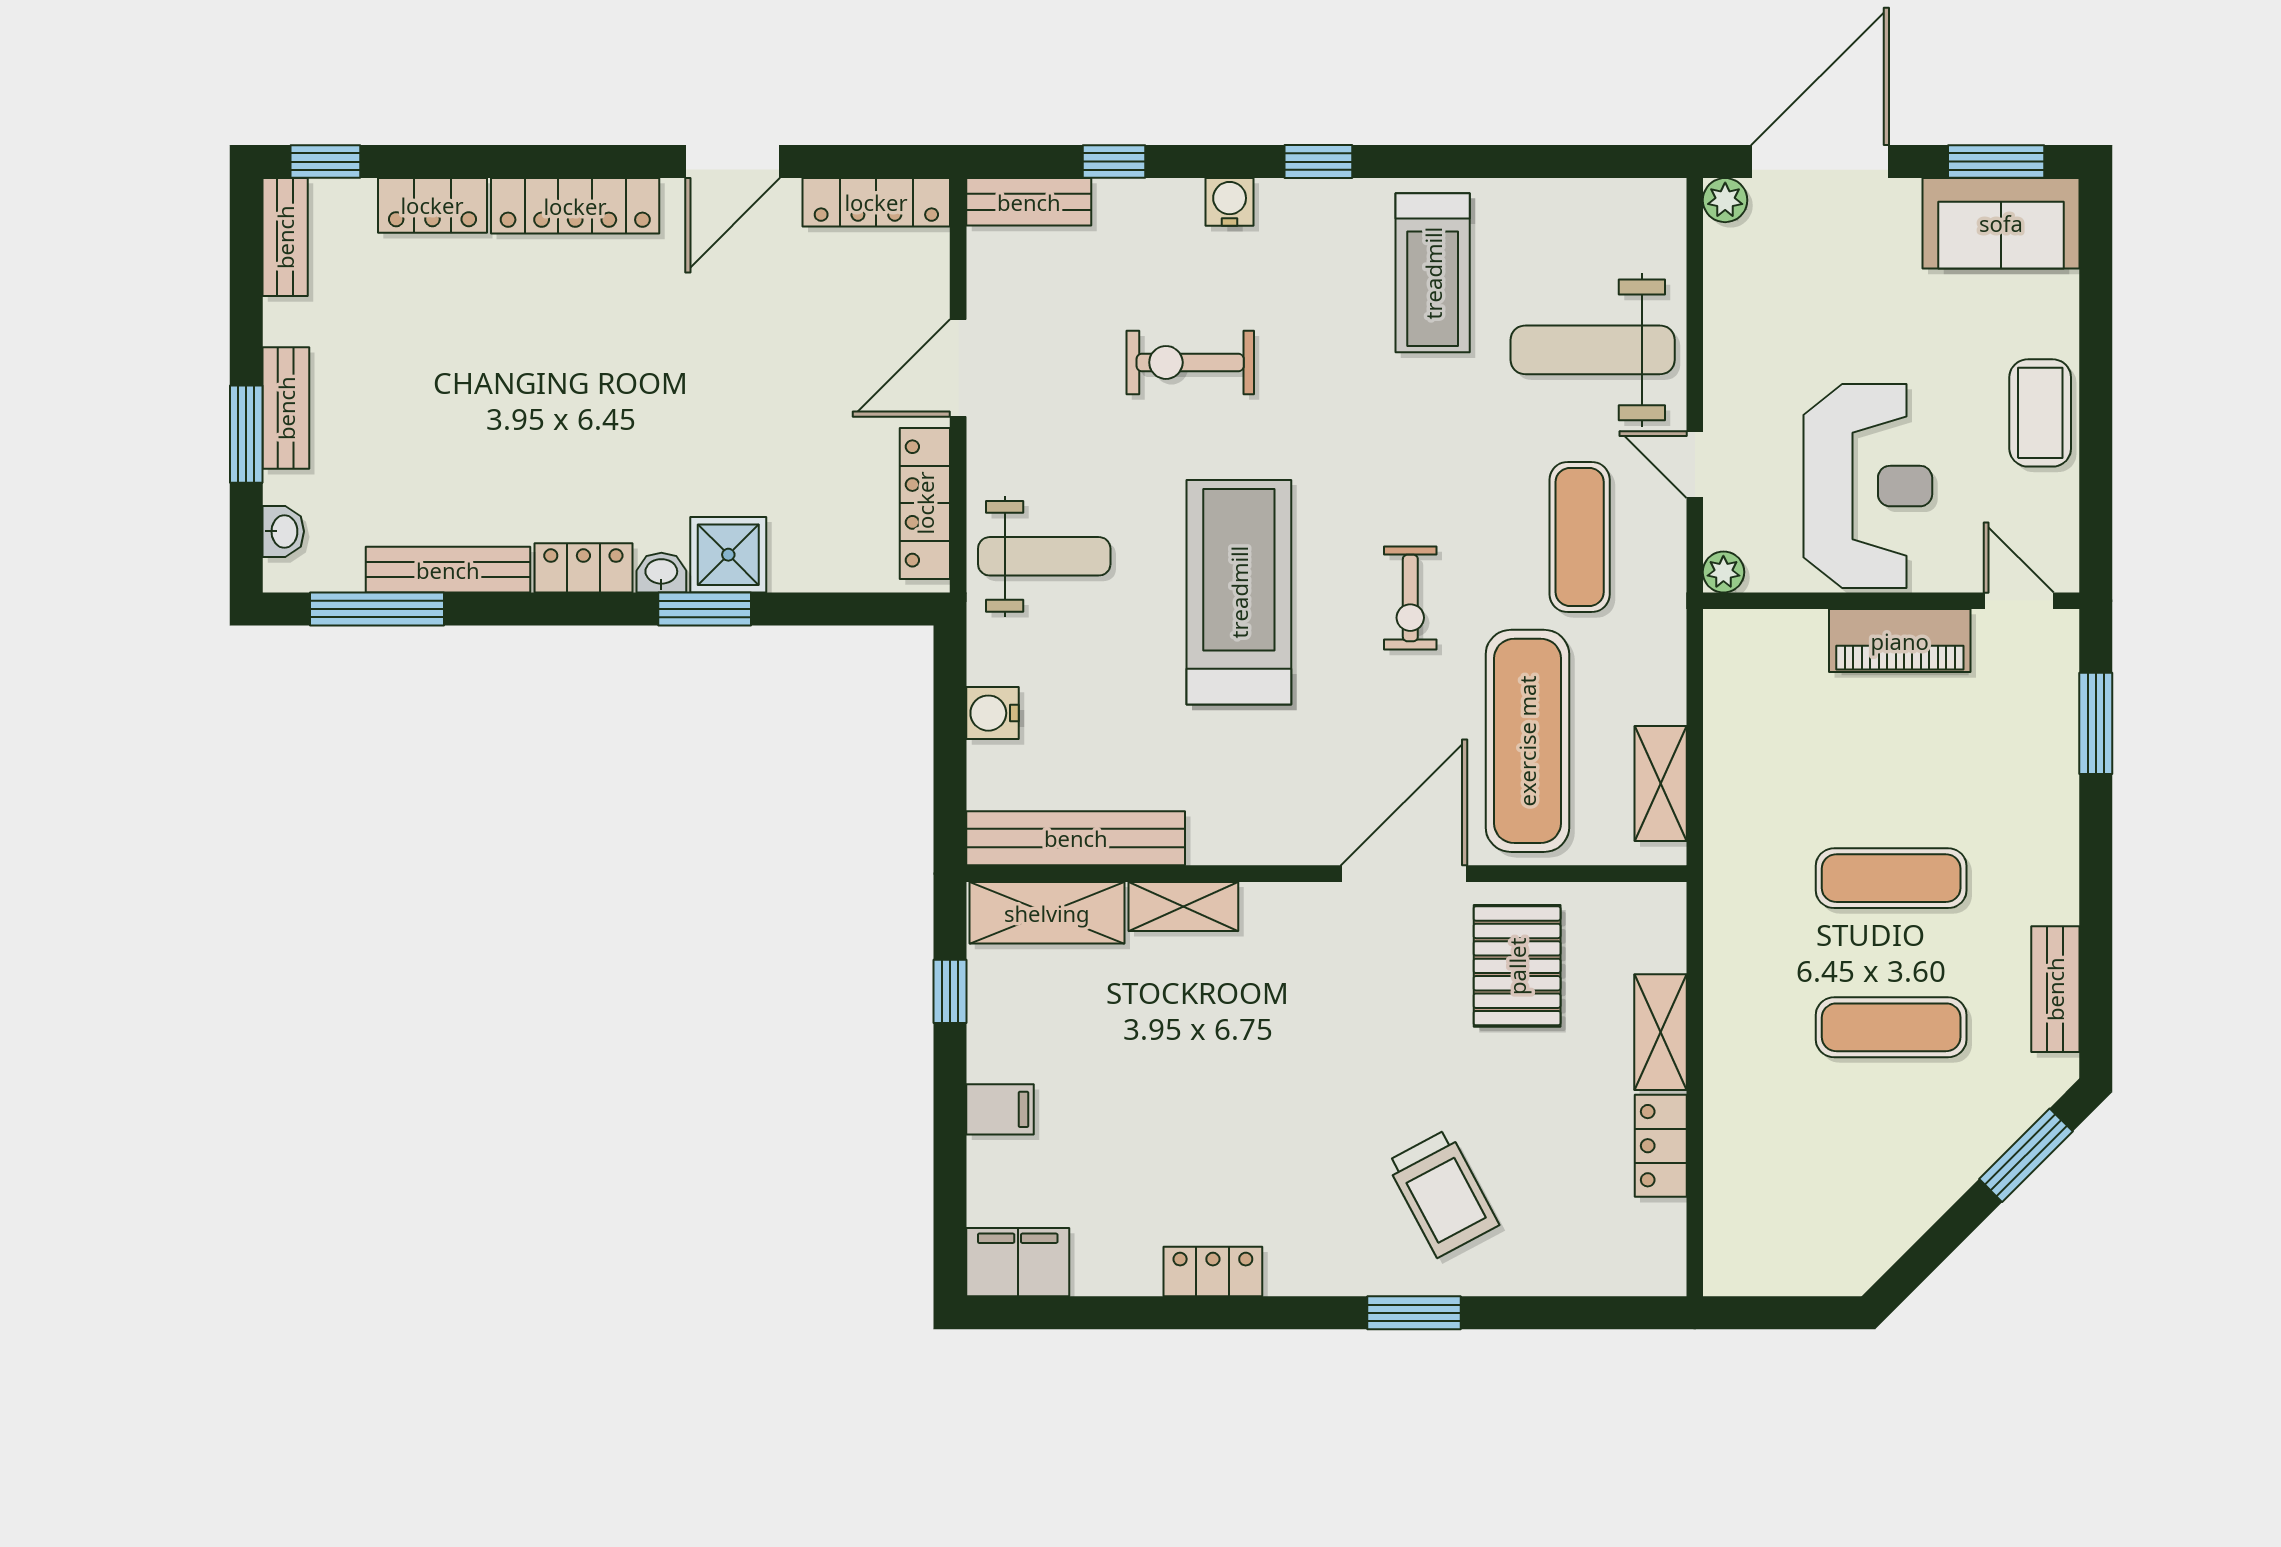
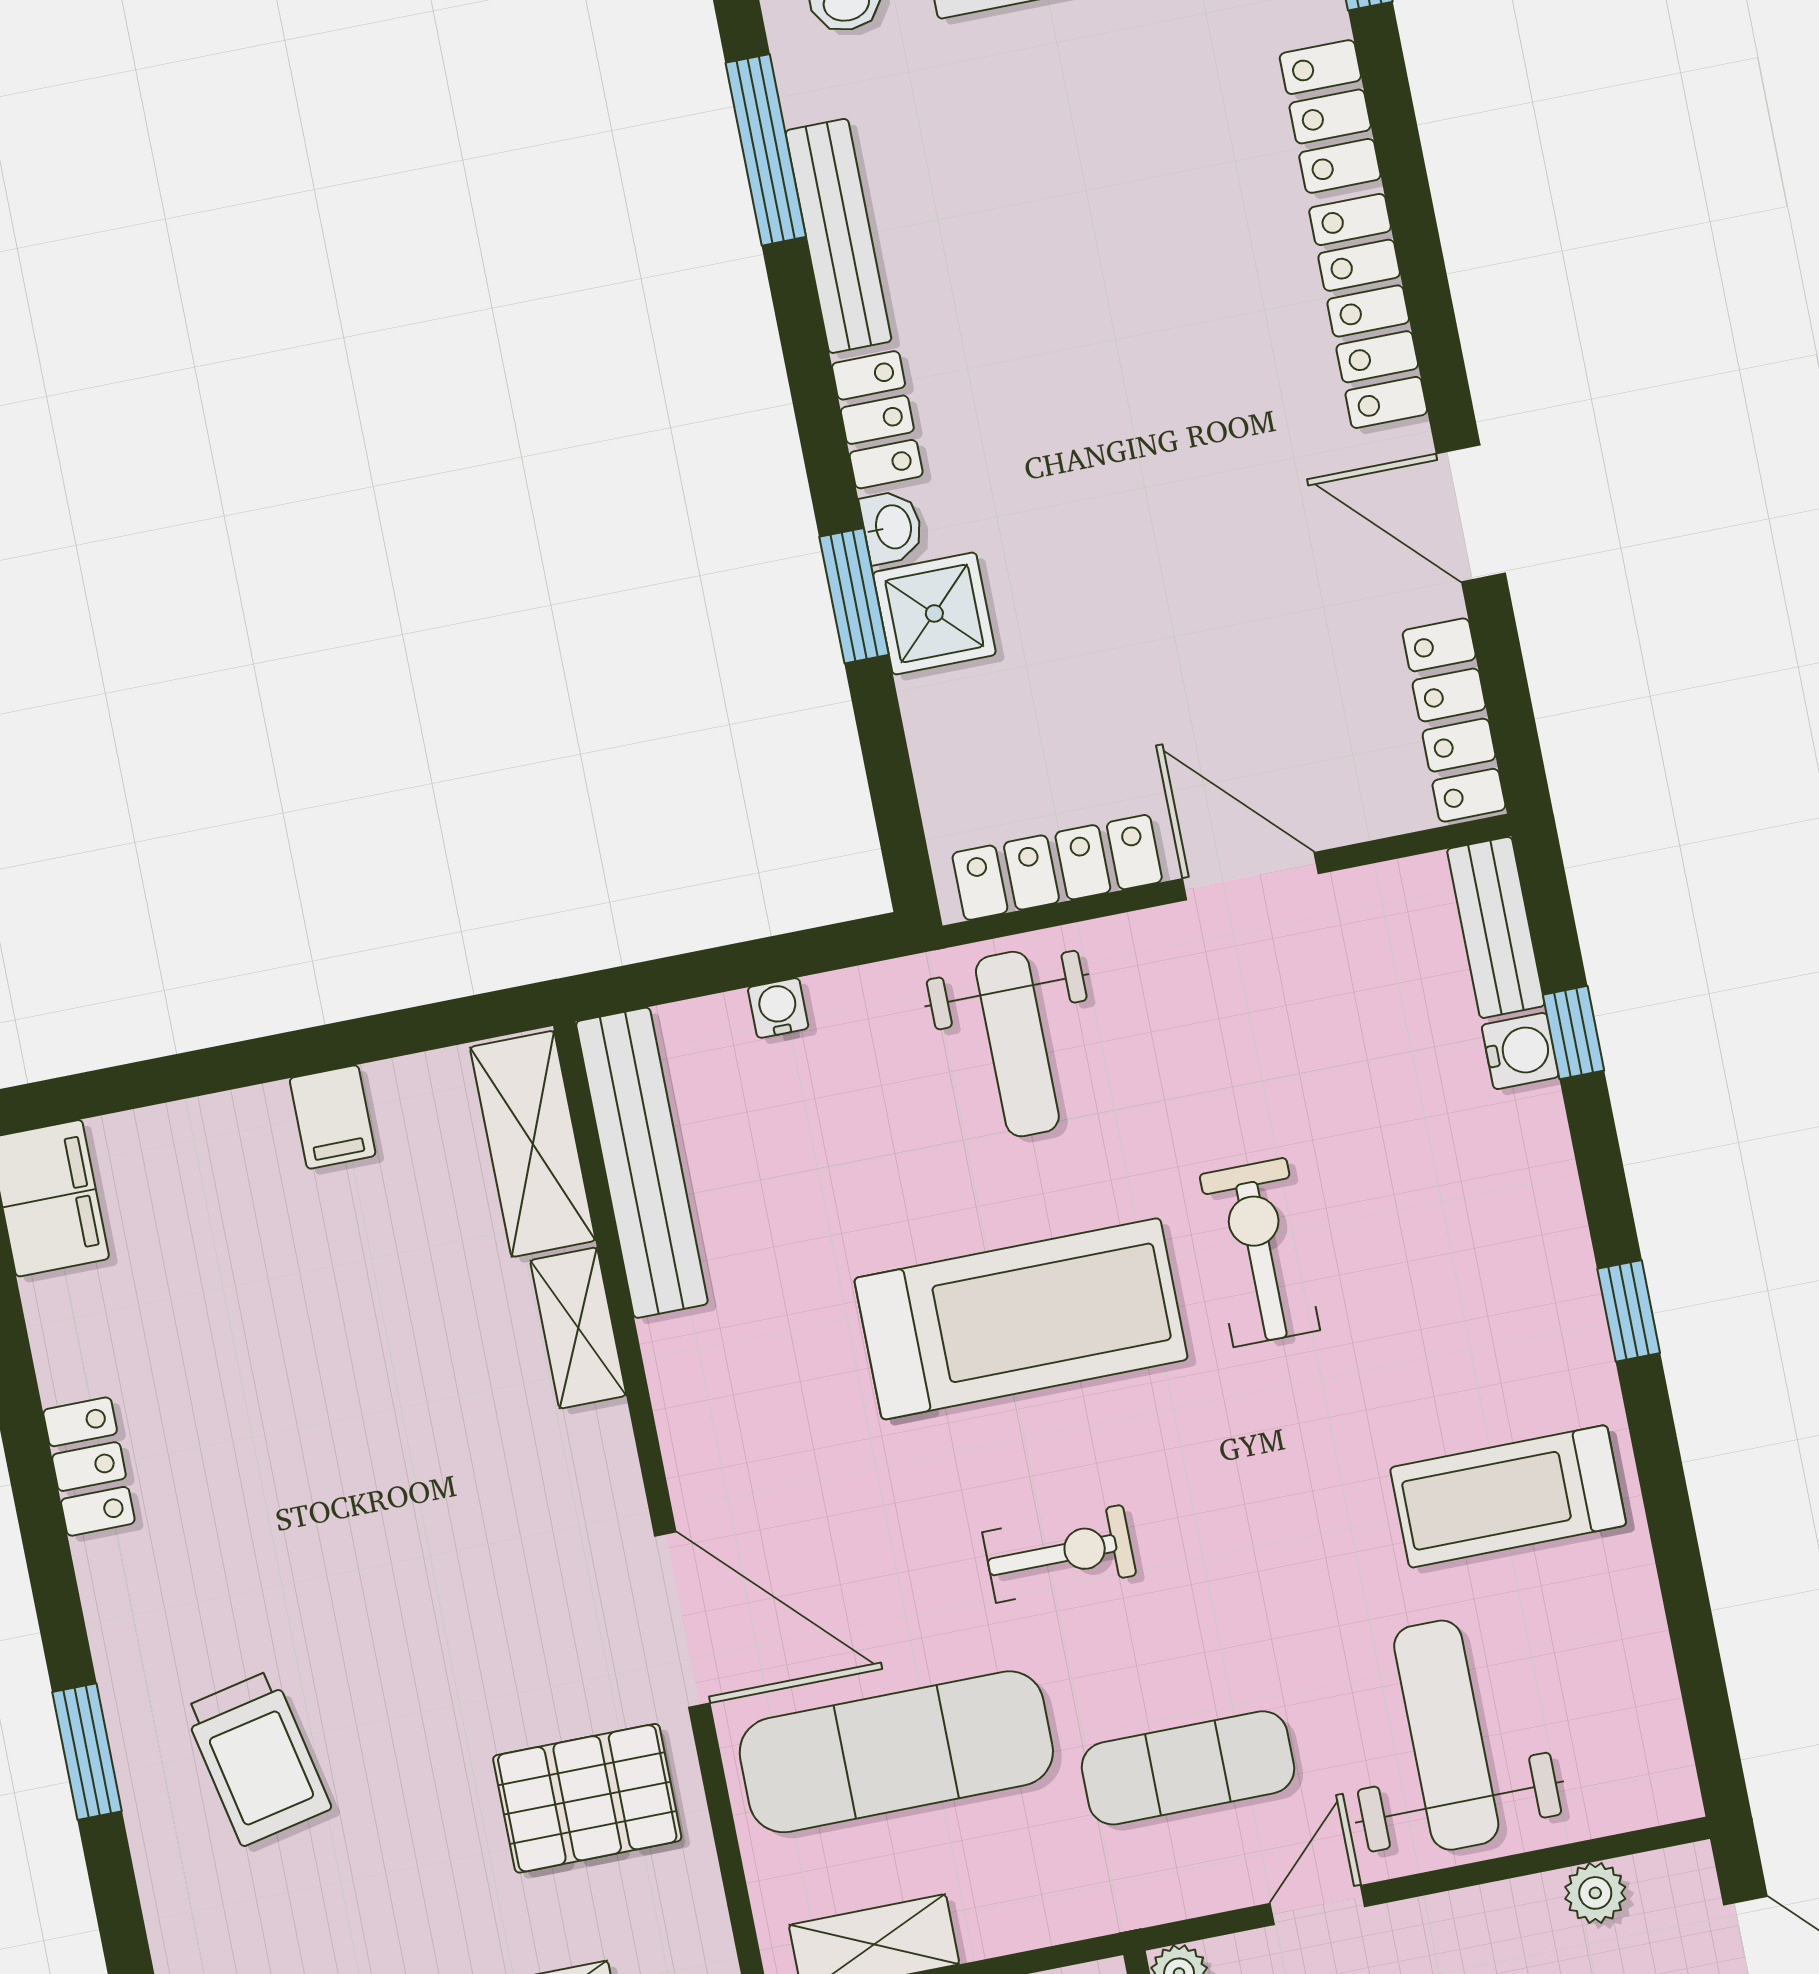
plant: (1725, 200) -> (1595, 1893), moved
water cooler: (1230, 202) -> (1520, 1051), moved
exercise bike: (1190, 362) -> (1260, 1252), moved
exercise bike: (1410, 598) -> (1059, 1554), turned 180
water cooler: (992, 713) -> (778, 1008), width x0.72, depth x0.72
window: (950, 991) -> (399, 1033), removed
filing cabinet: (1000, 1109) -> (333, 1117), moved
trolley: (1443, 1193) -> (257, 1758), turned -74

